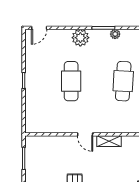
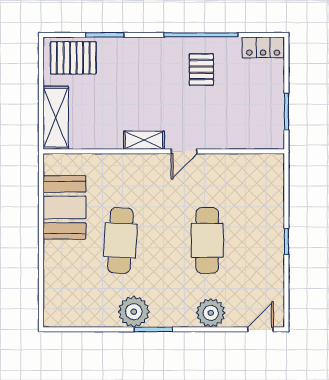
plant: (115, 34) -> (134, 312), width x1.88, depth x1.88
plant: (80, 38) -> (211, 313), moved
door: (85, 134) -> (184, 151), swing flipped

